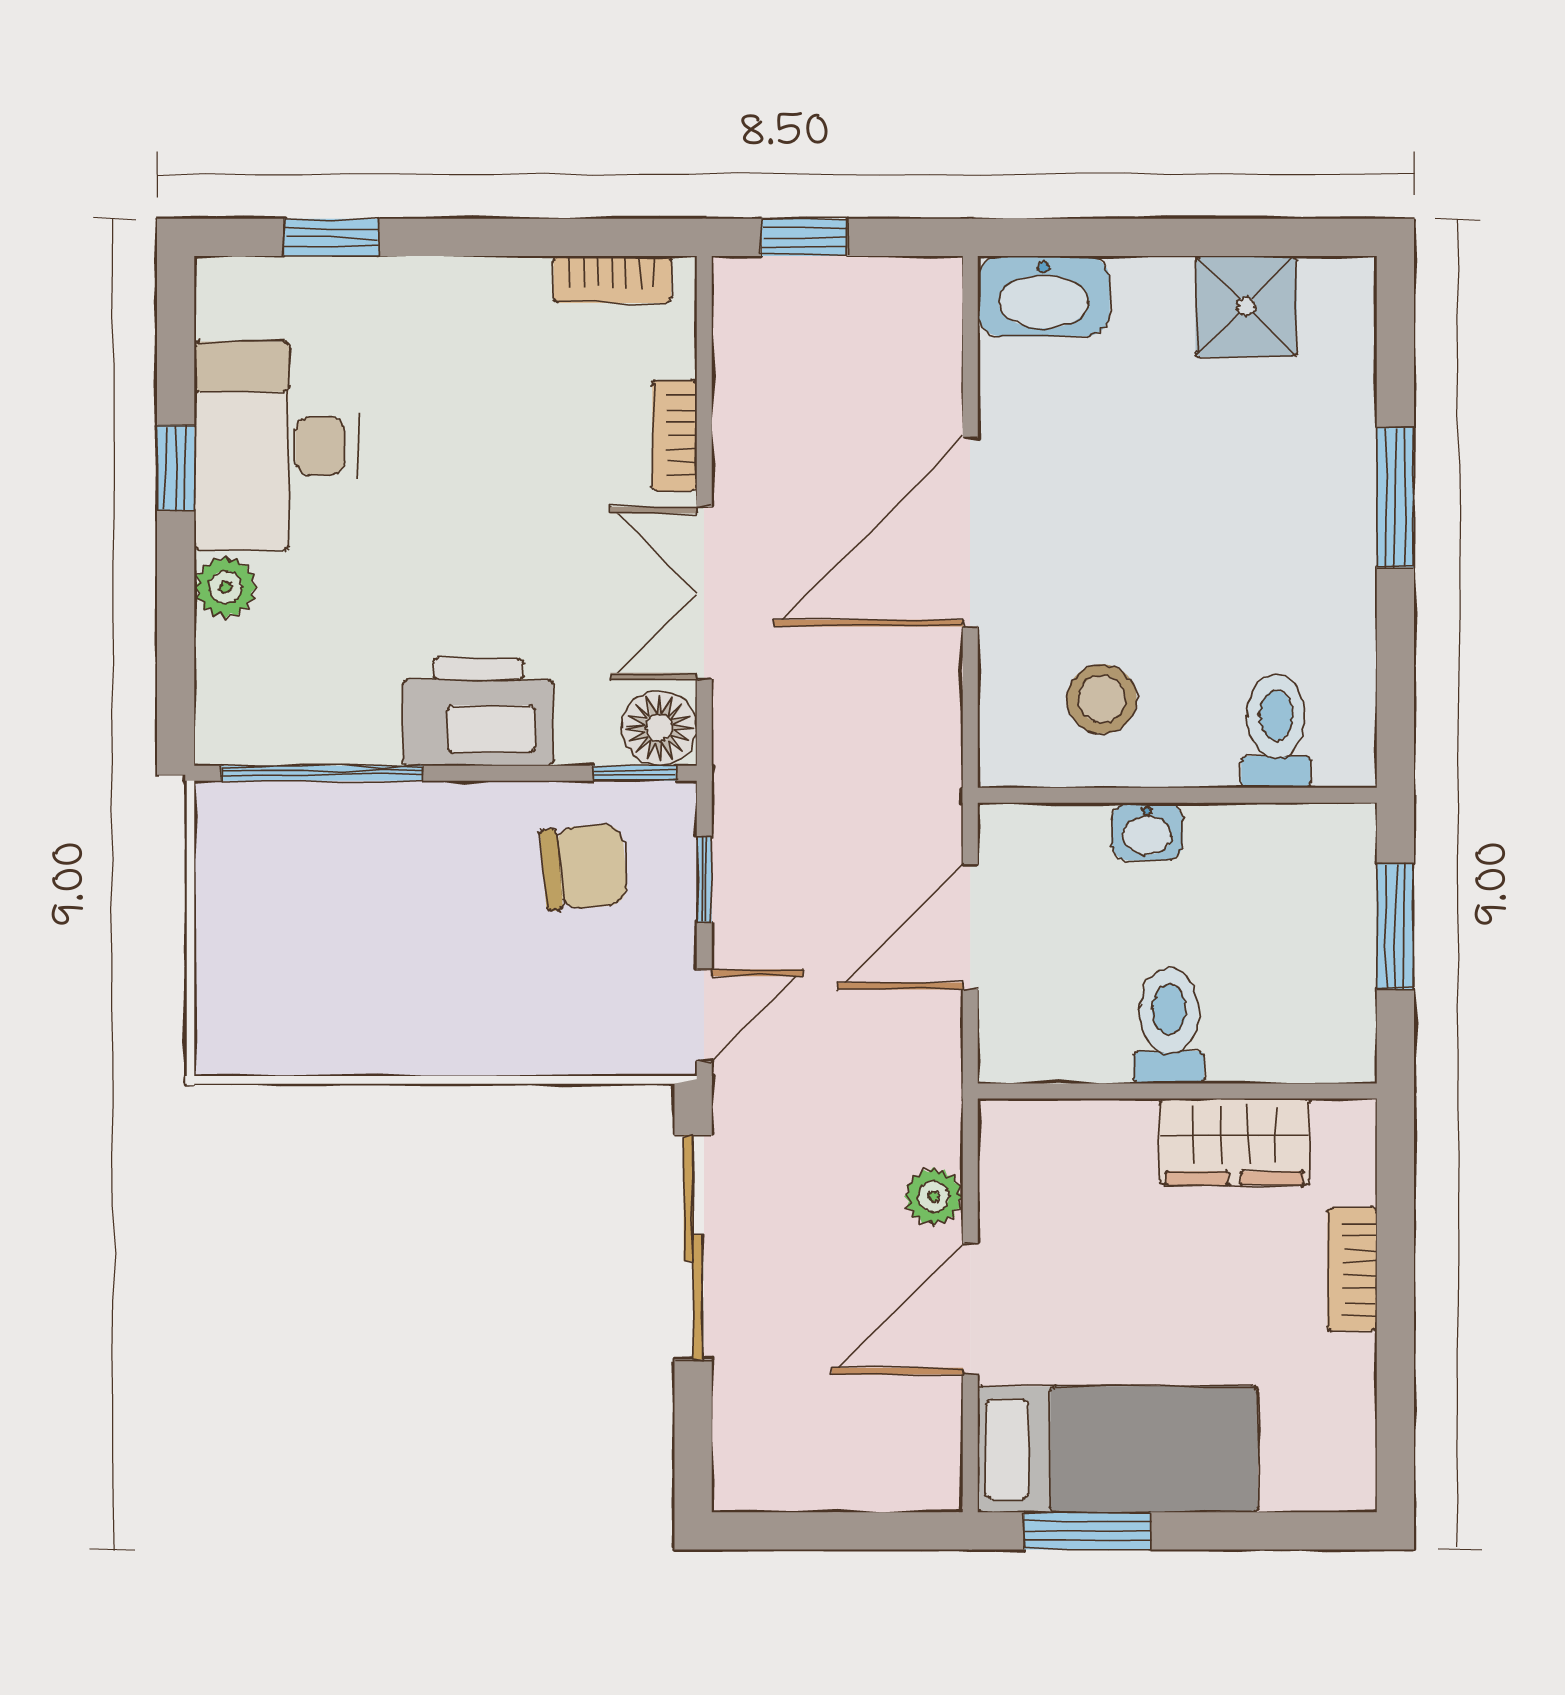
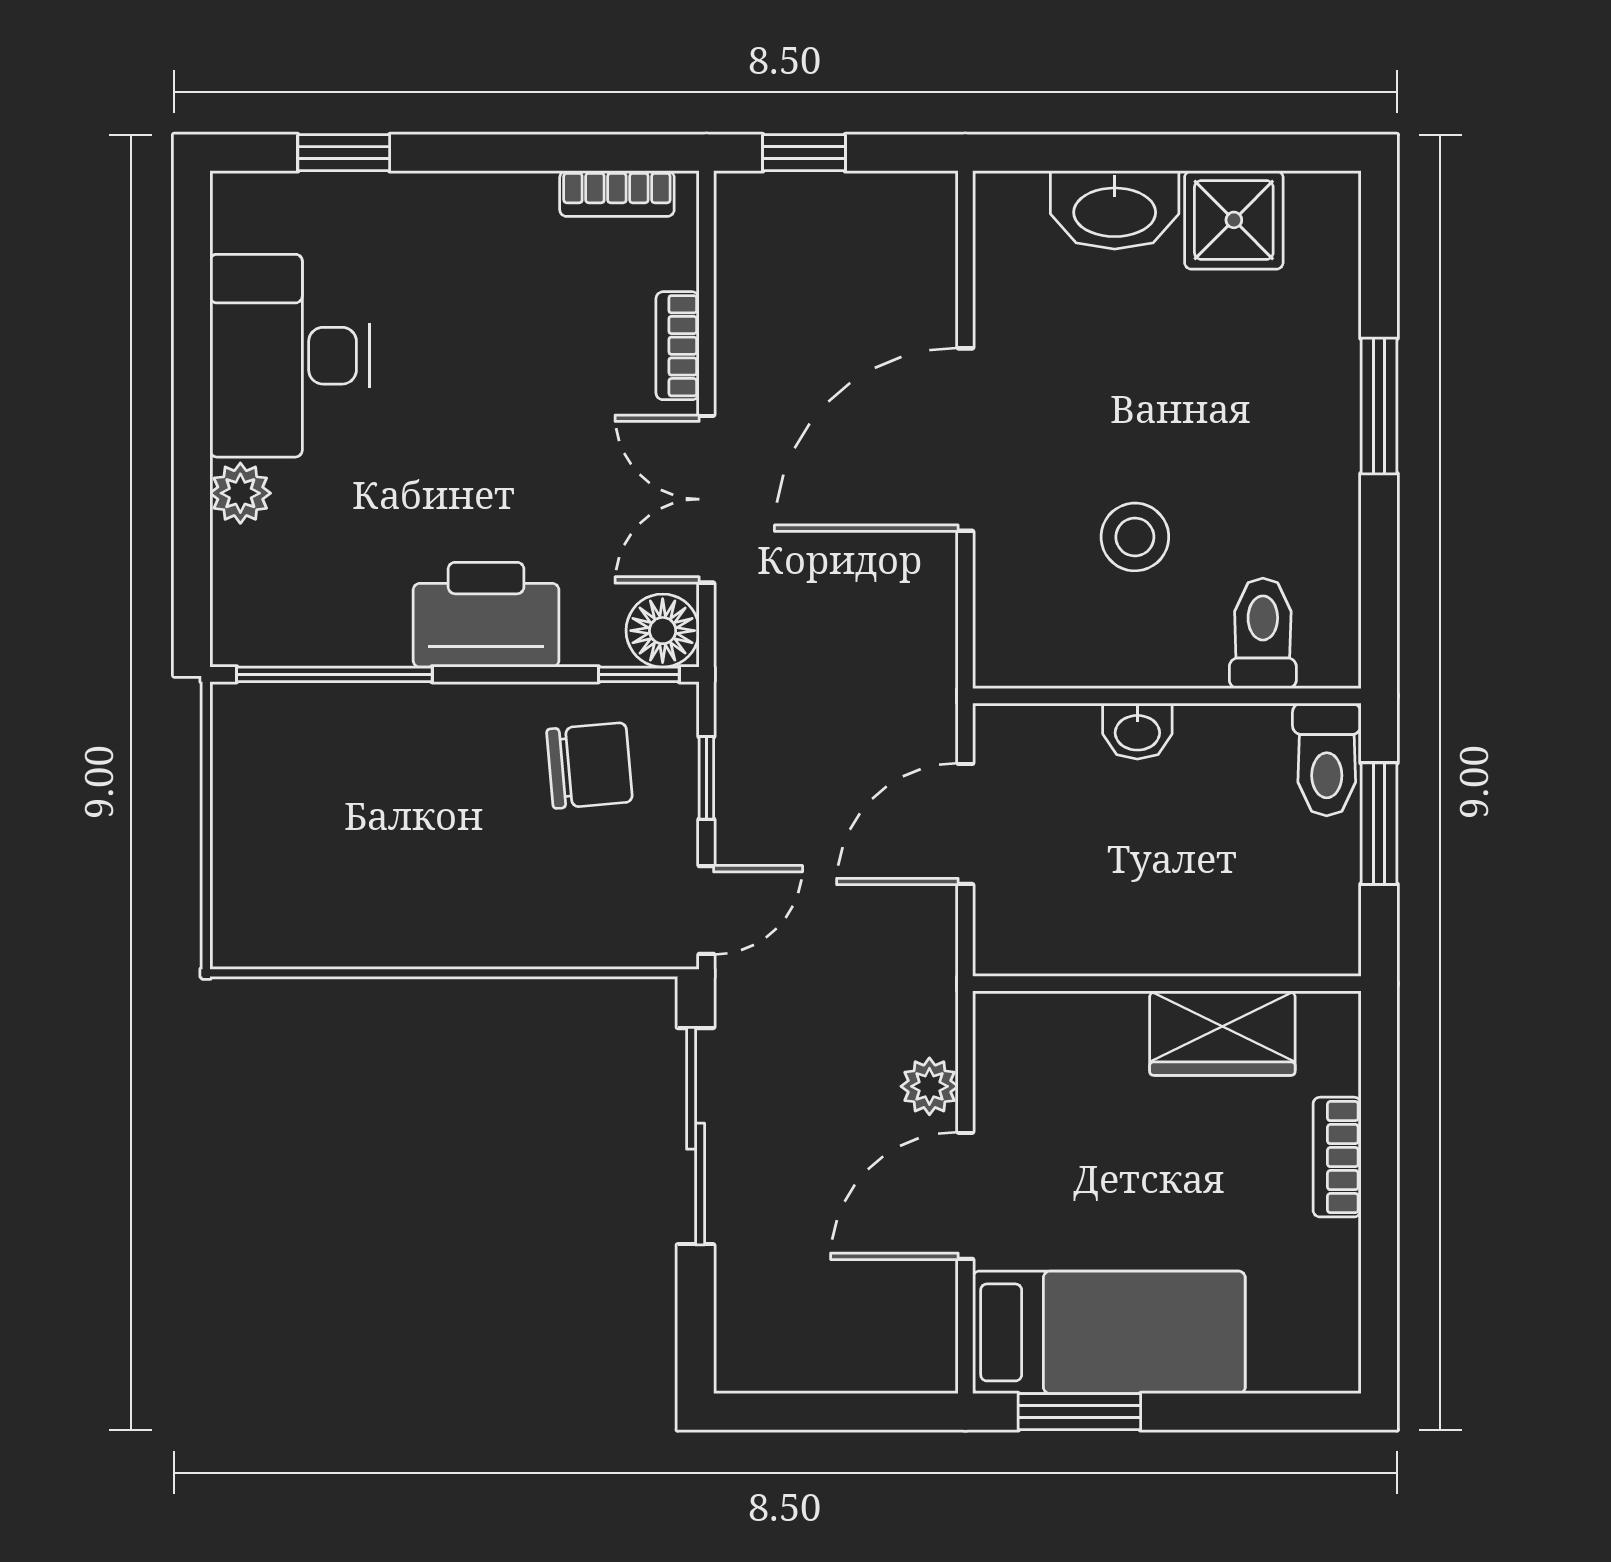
washbasin: (1044, 296) -> (1115, 210), moved
window: (176, 468) -> (192, 377), removed
stool: (1102, 699) -> (1135, 537), moved
toilet: (1169, 1026) -> (1327, 759), moved, turned 180

